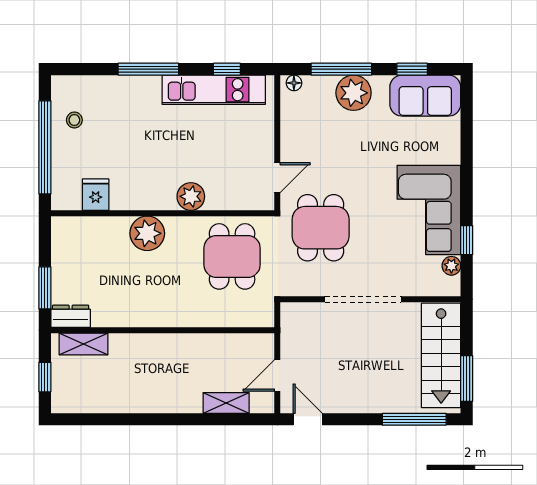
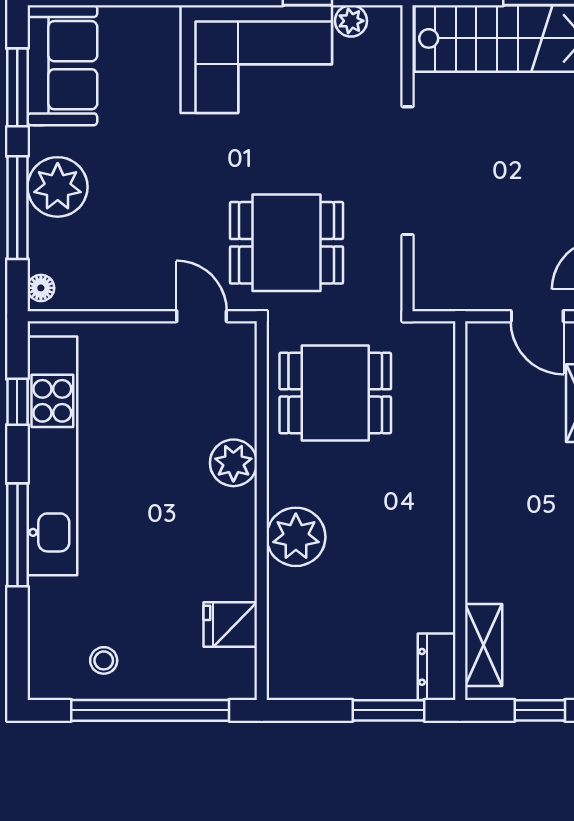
window: (412, 69) -> (17, 87), width x1.50
kitchen unit: (214, 90) -> (52, 456), width x1.36

